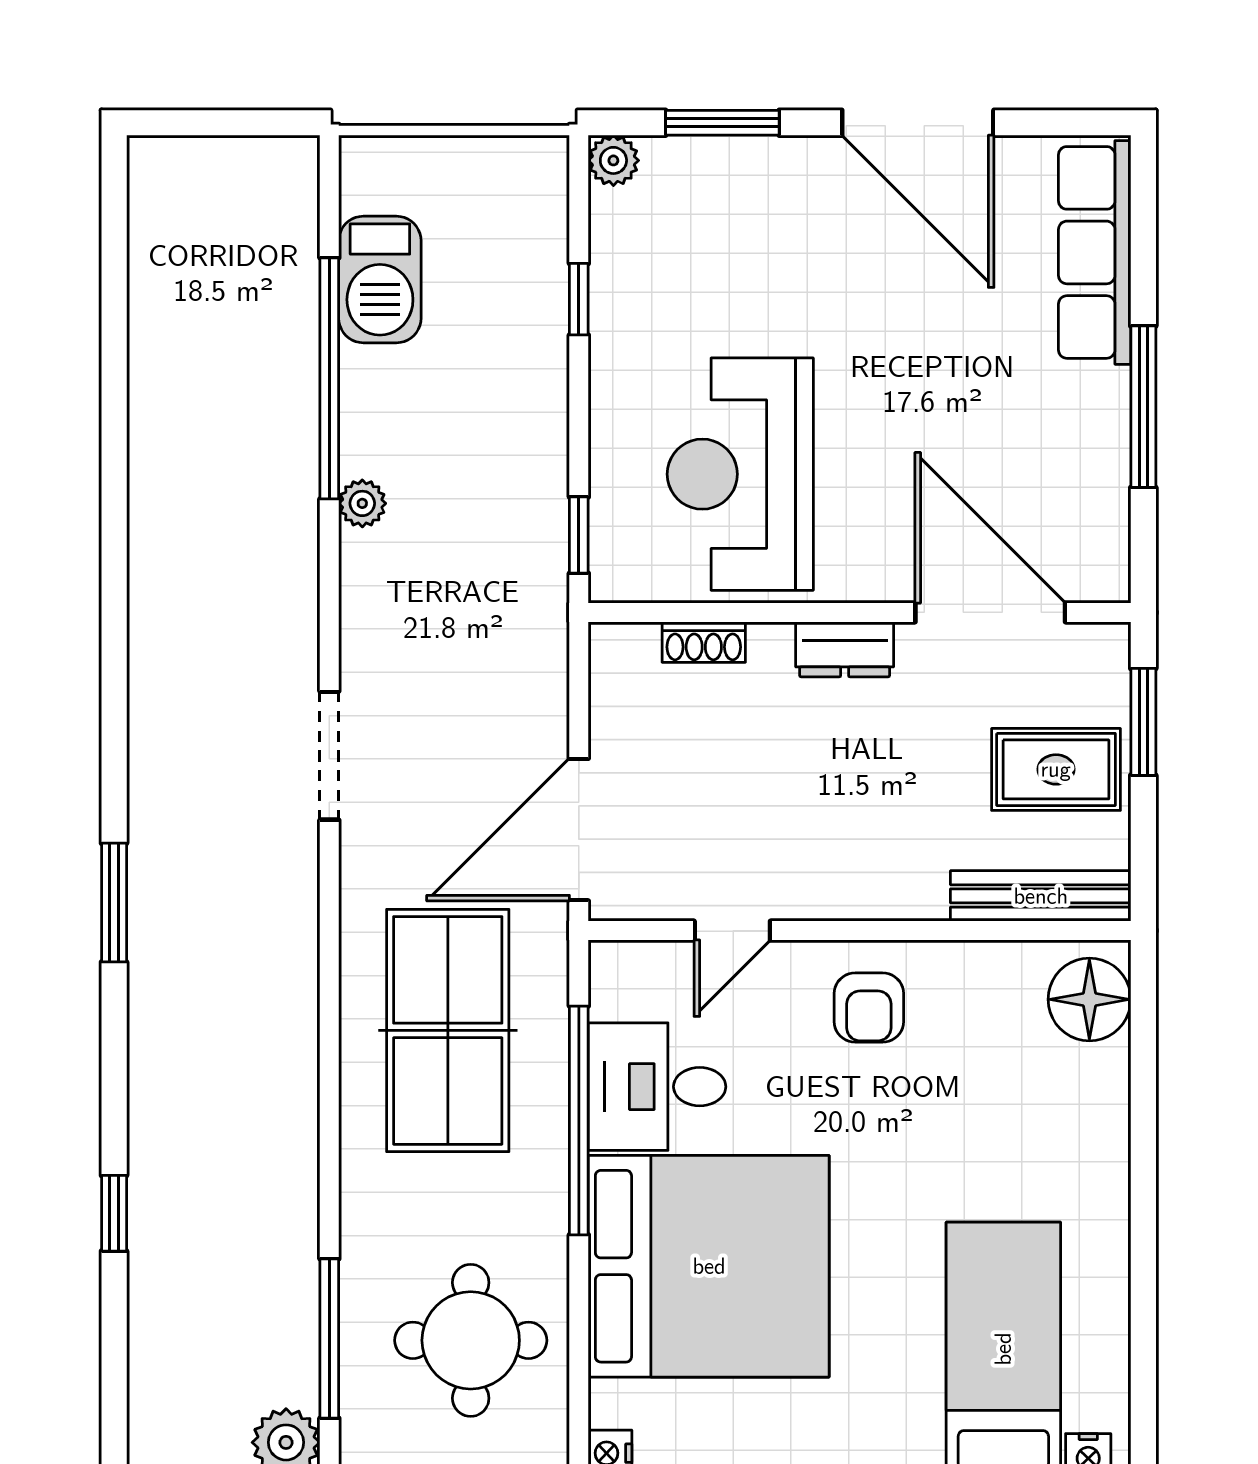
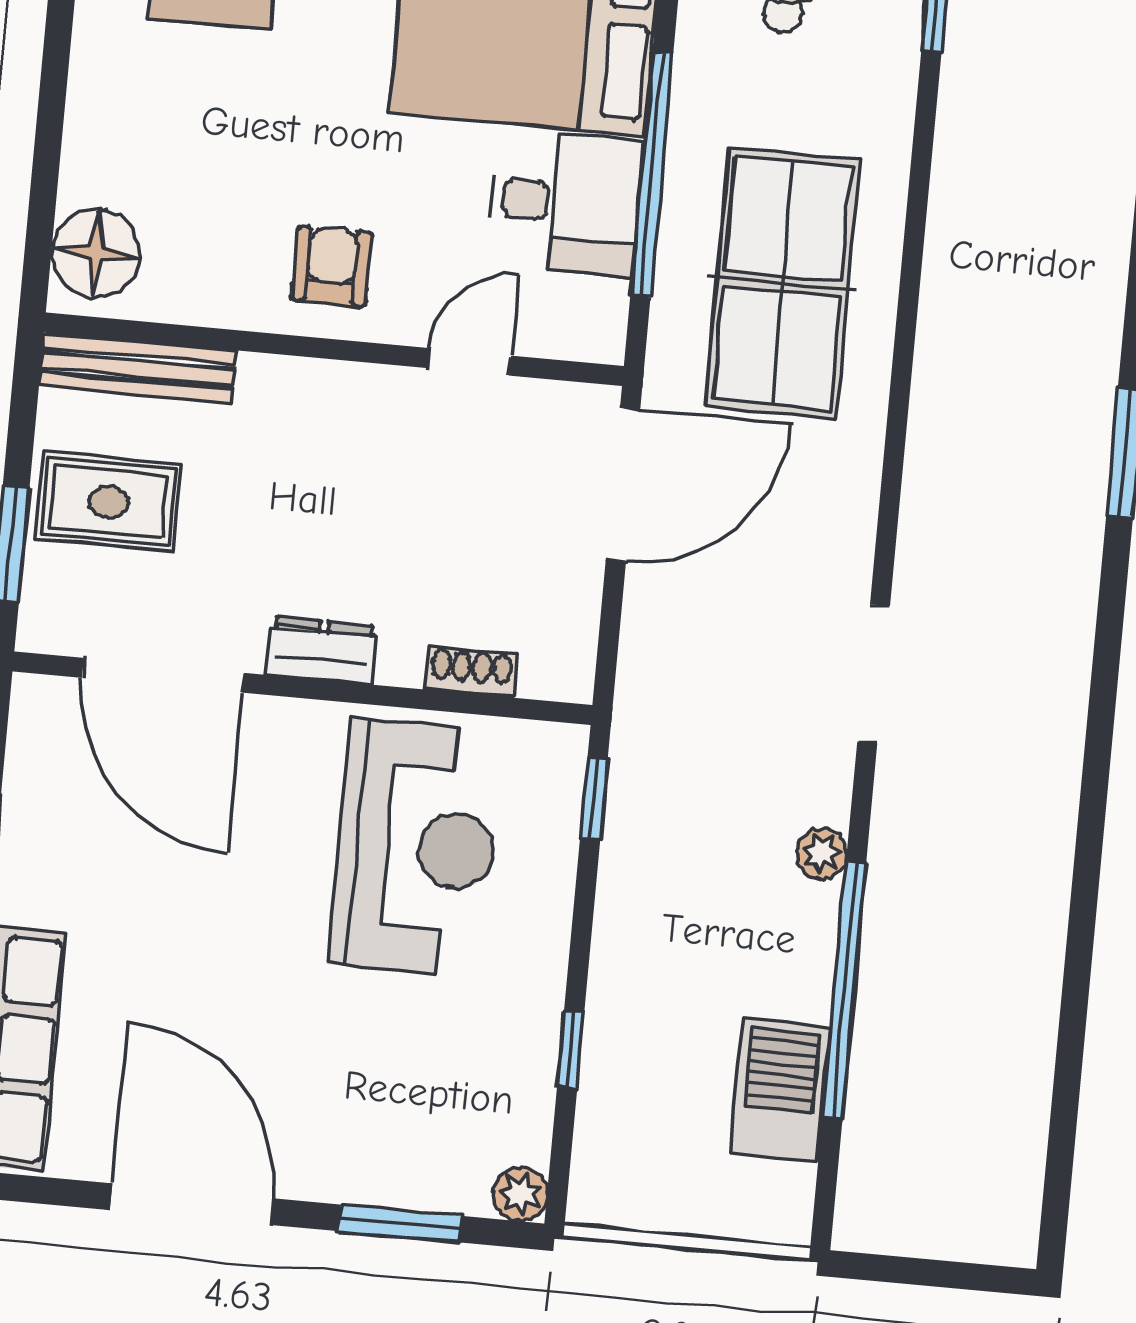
doorway: (329, 756) -> (874, 674), moved

